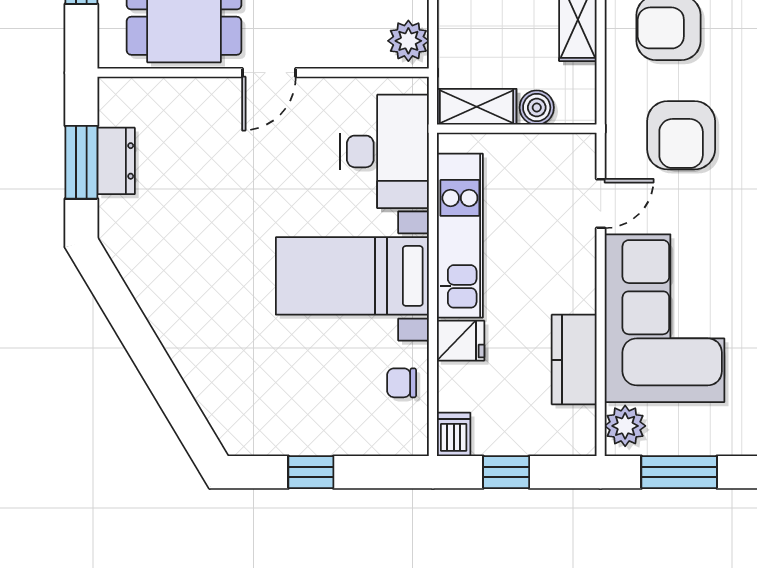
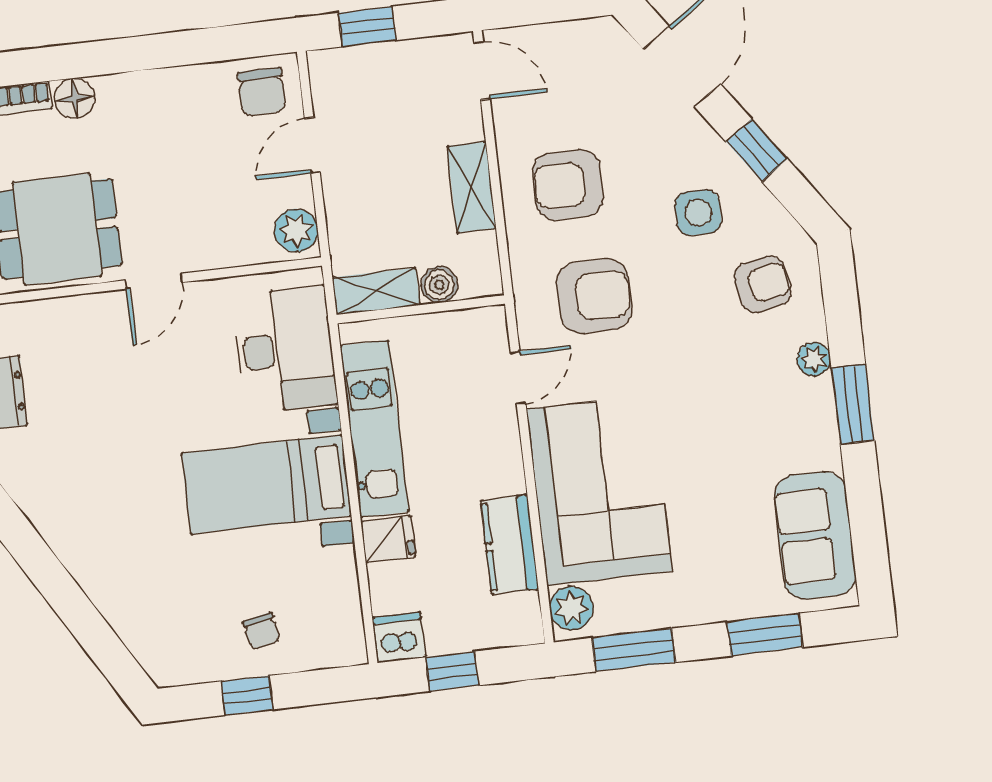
armchair: (681, 135) -> (594, 296), turned -90
chair: (402, 383) -> (262, 631), moved, turned -102
dishwasher: (454, 434) -> (399, 638), width x1.38

